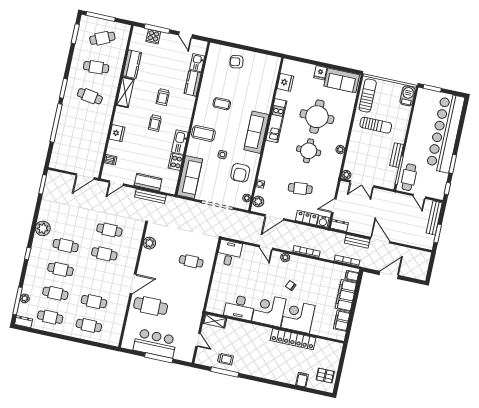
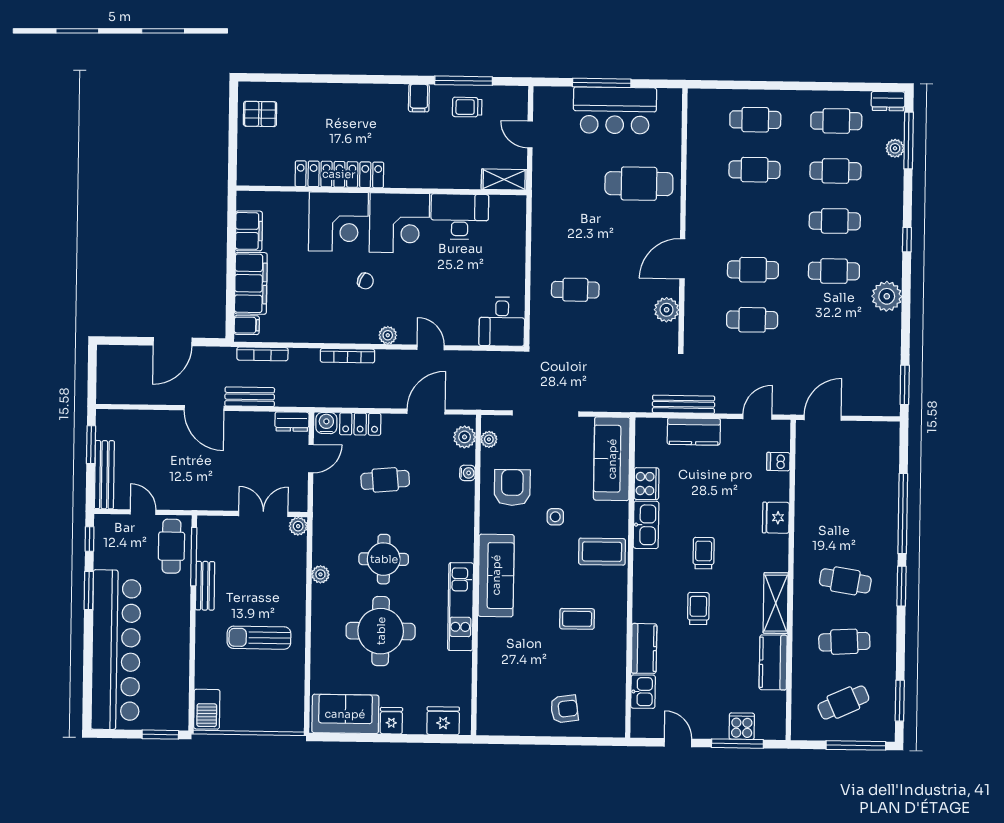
fridge: (285, 82) -> (443, 721), moved, turned 90
sun lounger: (368, 95) -> (287, 694), removed
door: (133, 284) -> (682, 259), moved
filing cabinet: (302, 380) -> (419, 98), moved

